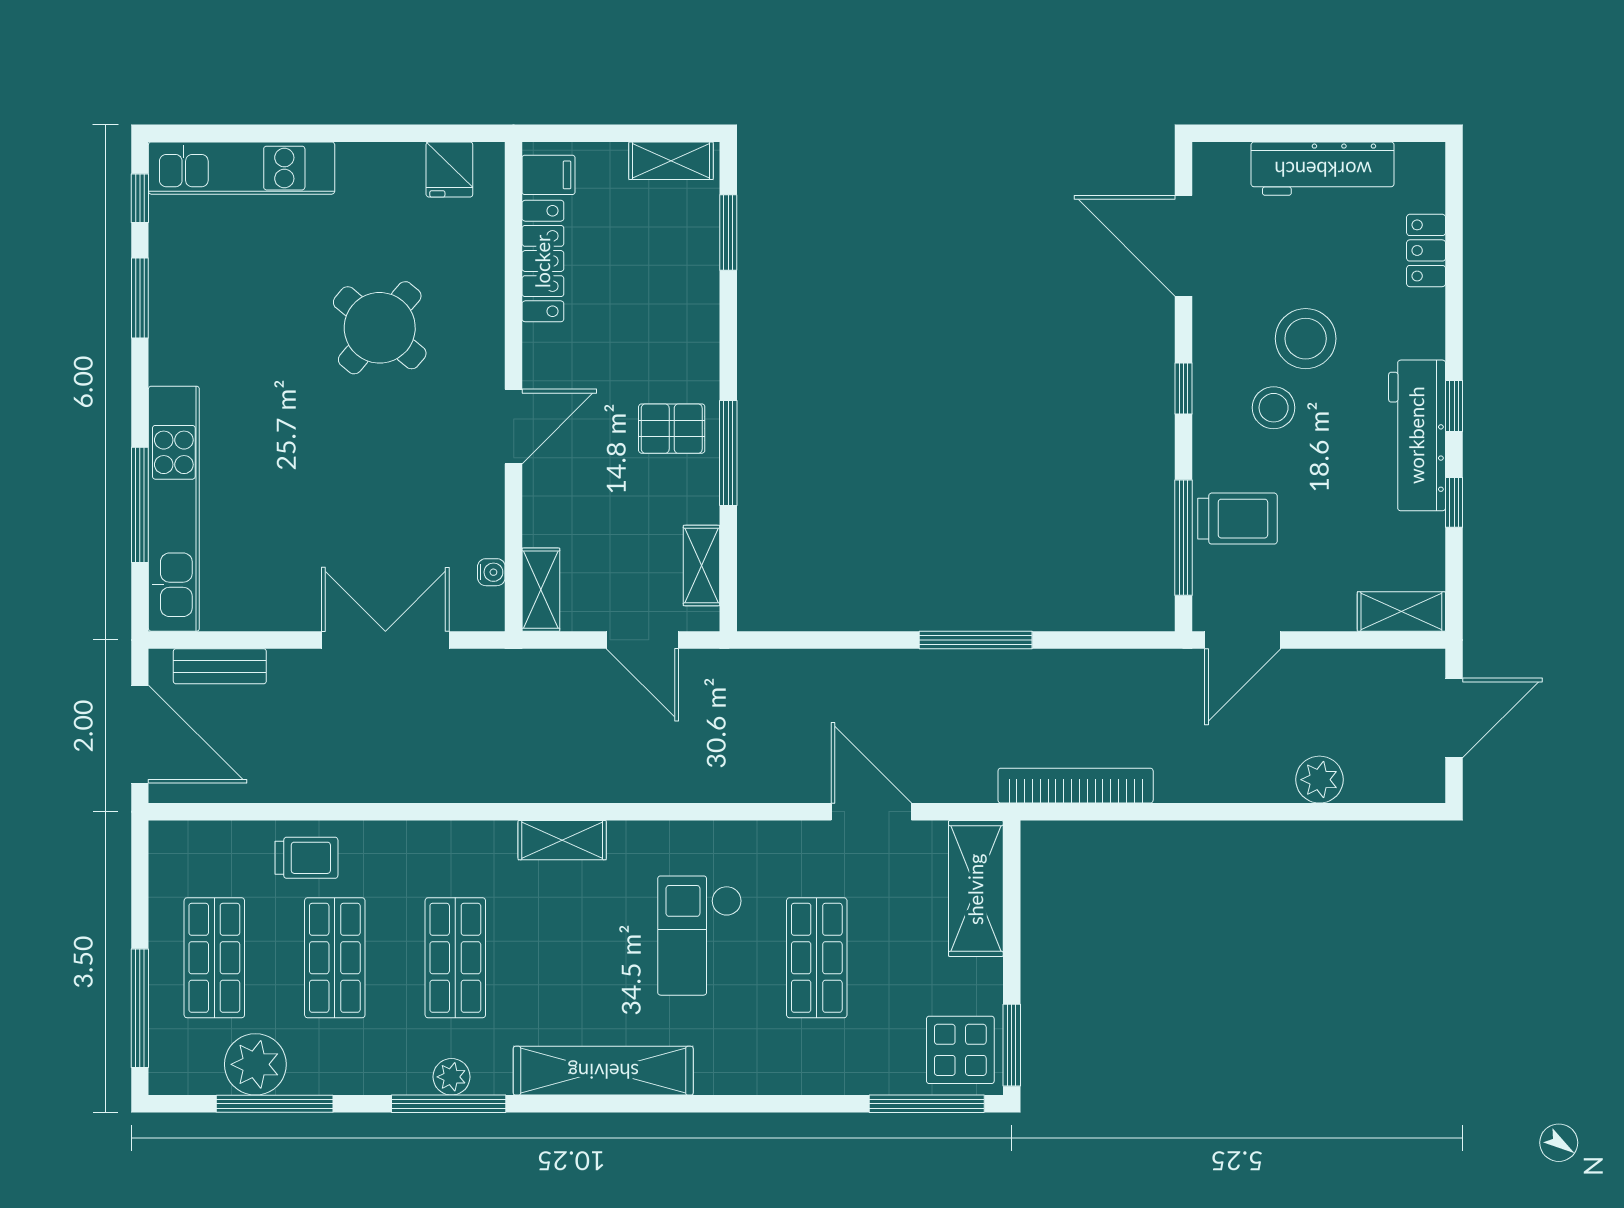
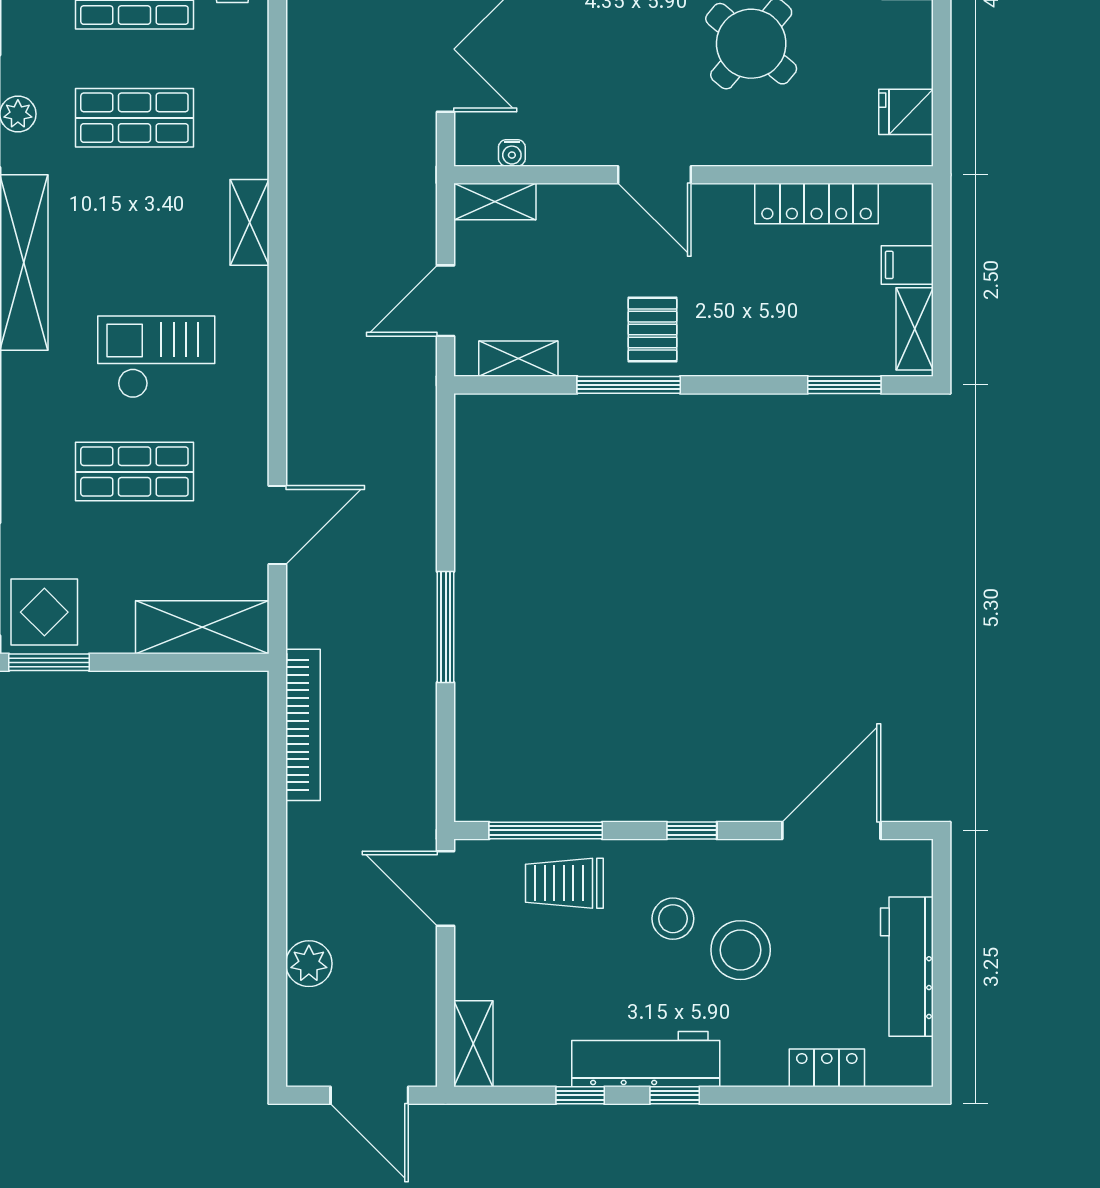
filing cabinet: (549, 175) -> (907, 265), moved, turned 90
trolley: (1237, 519) -> (564, 883), turned 90

